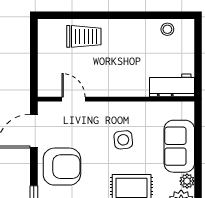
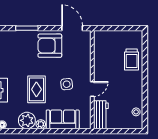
door: (73, 99) -> (92, 89), moved
armchair: (62, 167) -> (50, 46), turned 90

